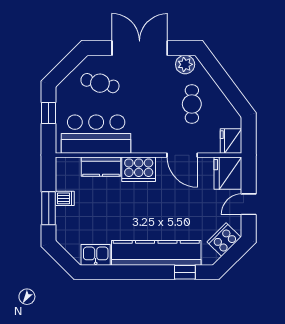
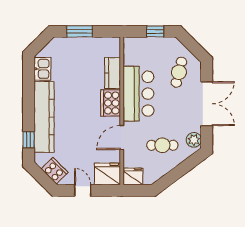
bar counter: (96, 134) -> (138, 94), moved
dishwasher: (65, 198) -> (87, 44), removed

